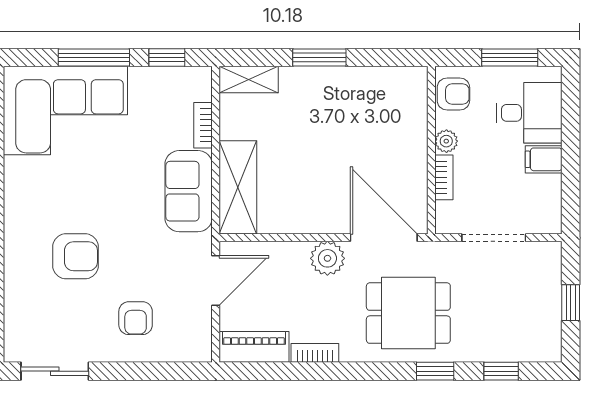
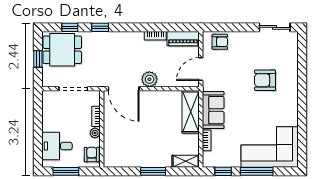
armchair: (453, 94) -> (92, 155), turned 90
filing cabinet: (544, 159) -> (50, 125), removed
dining table: (408, 313) -> (62, 50), moved
armchair: (136, 318) -> (220, 42), moved, turned 90

